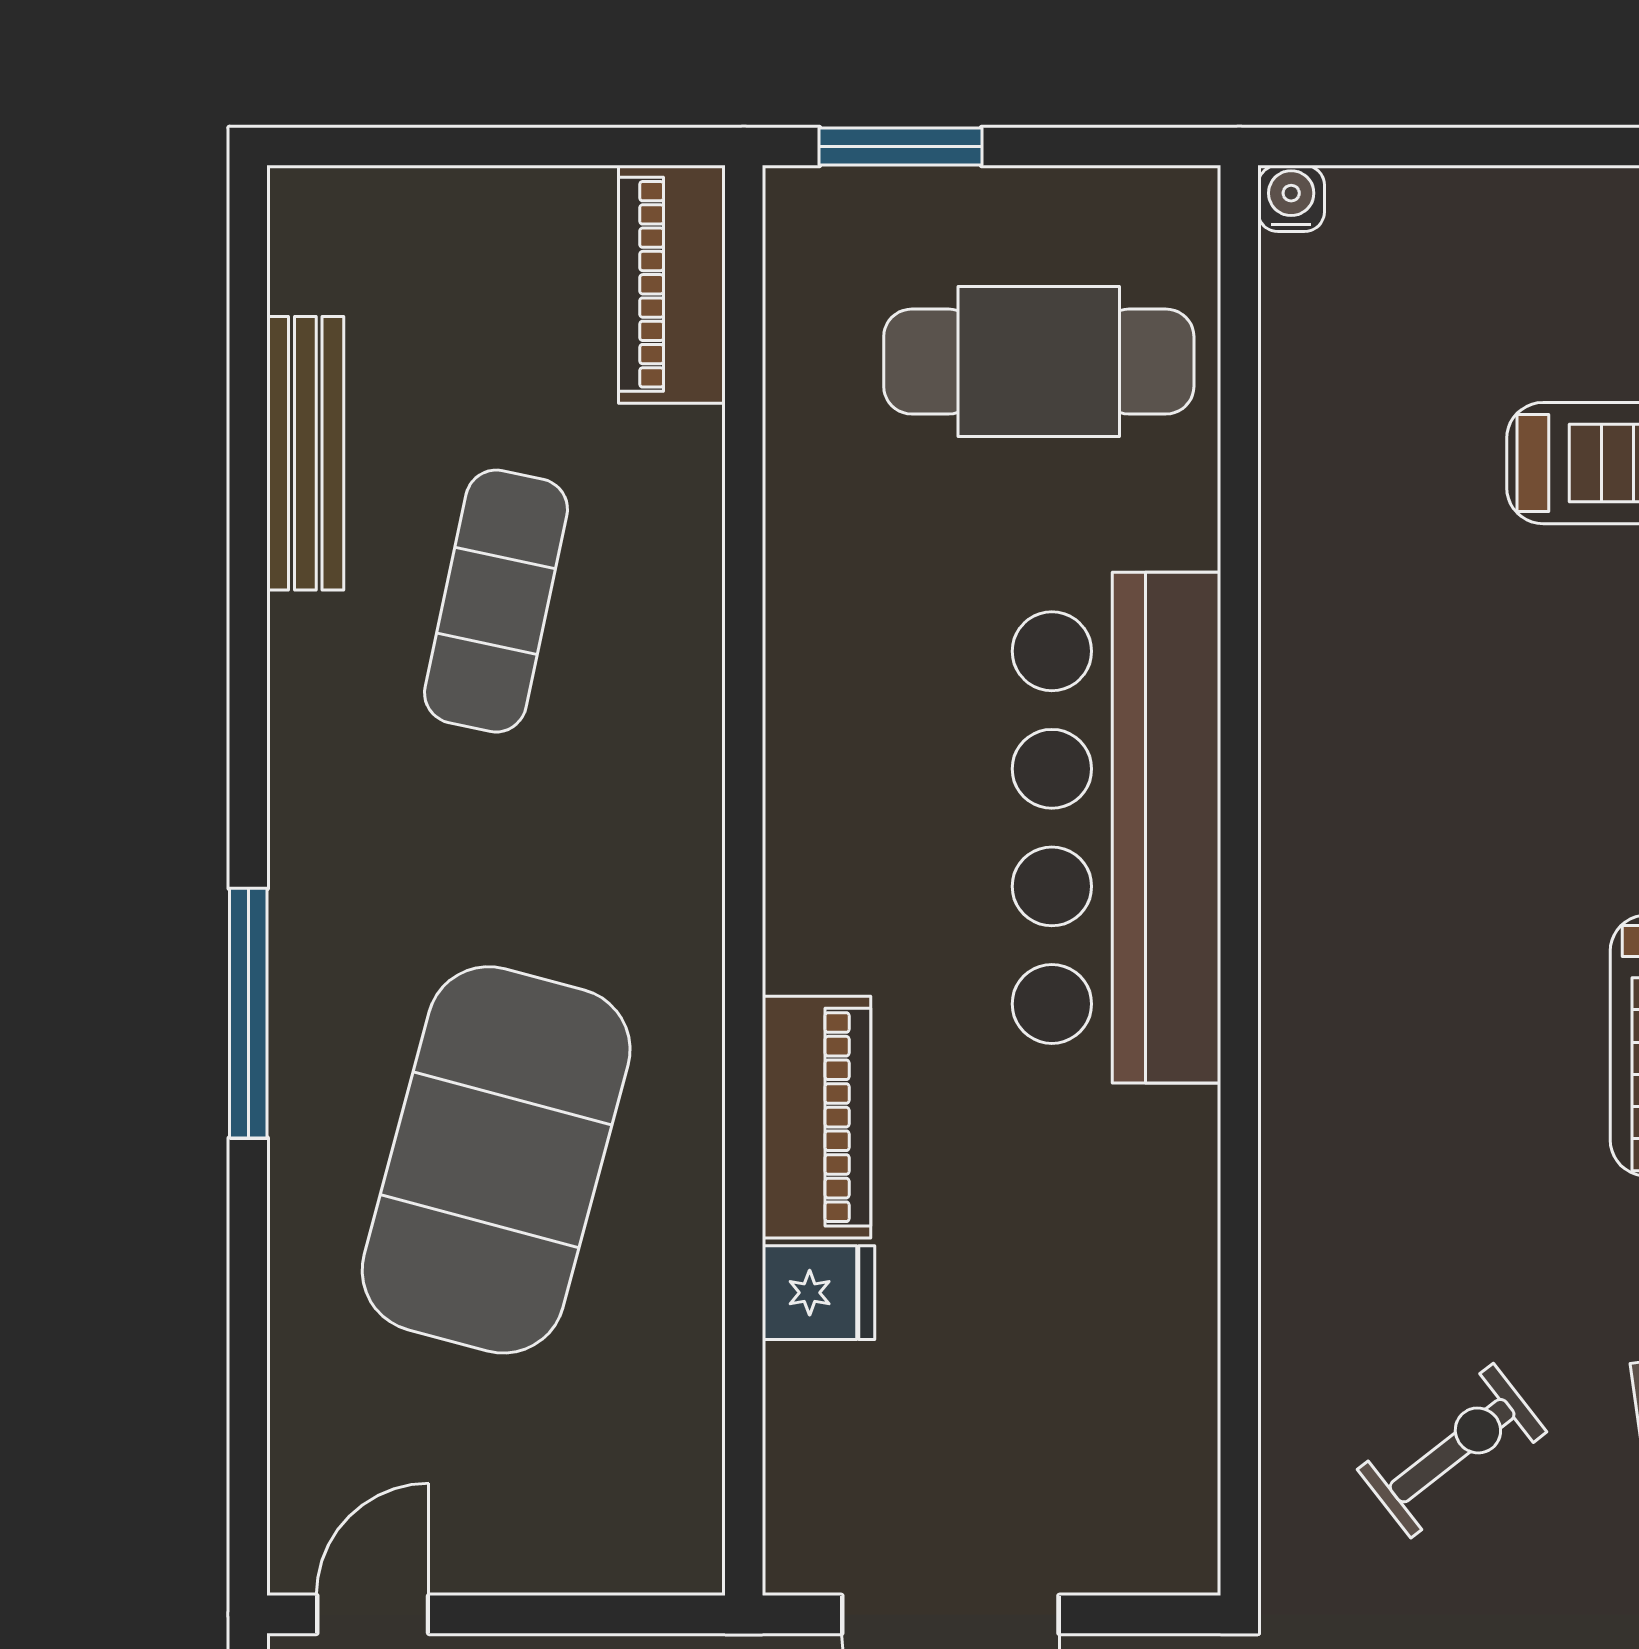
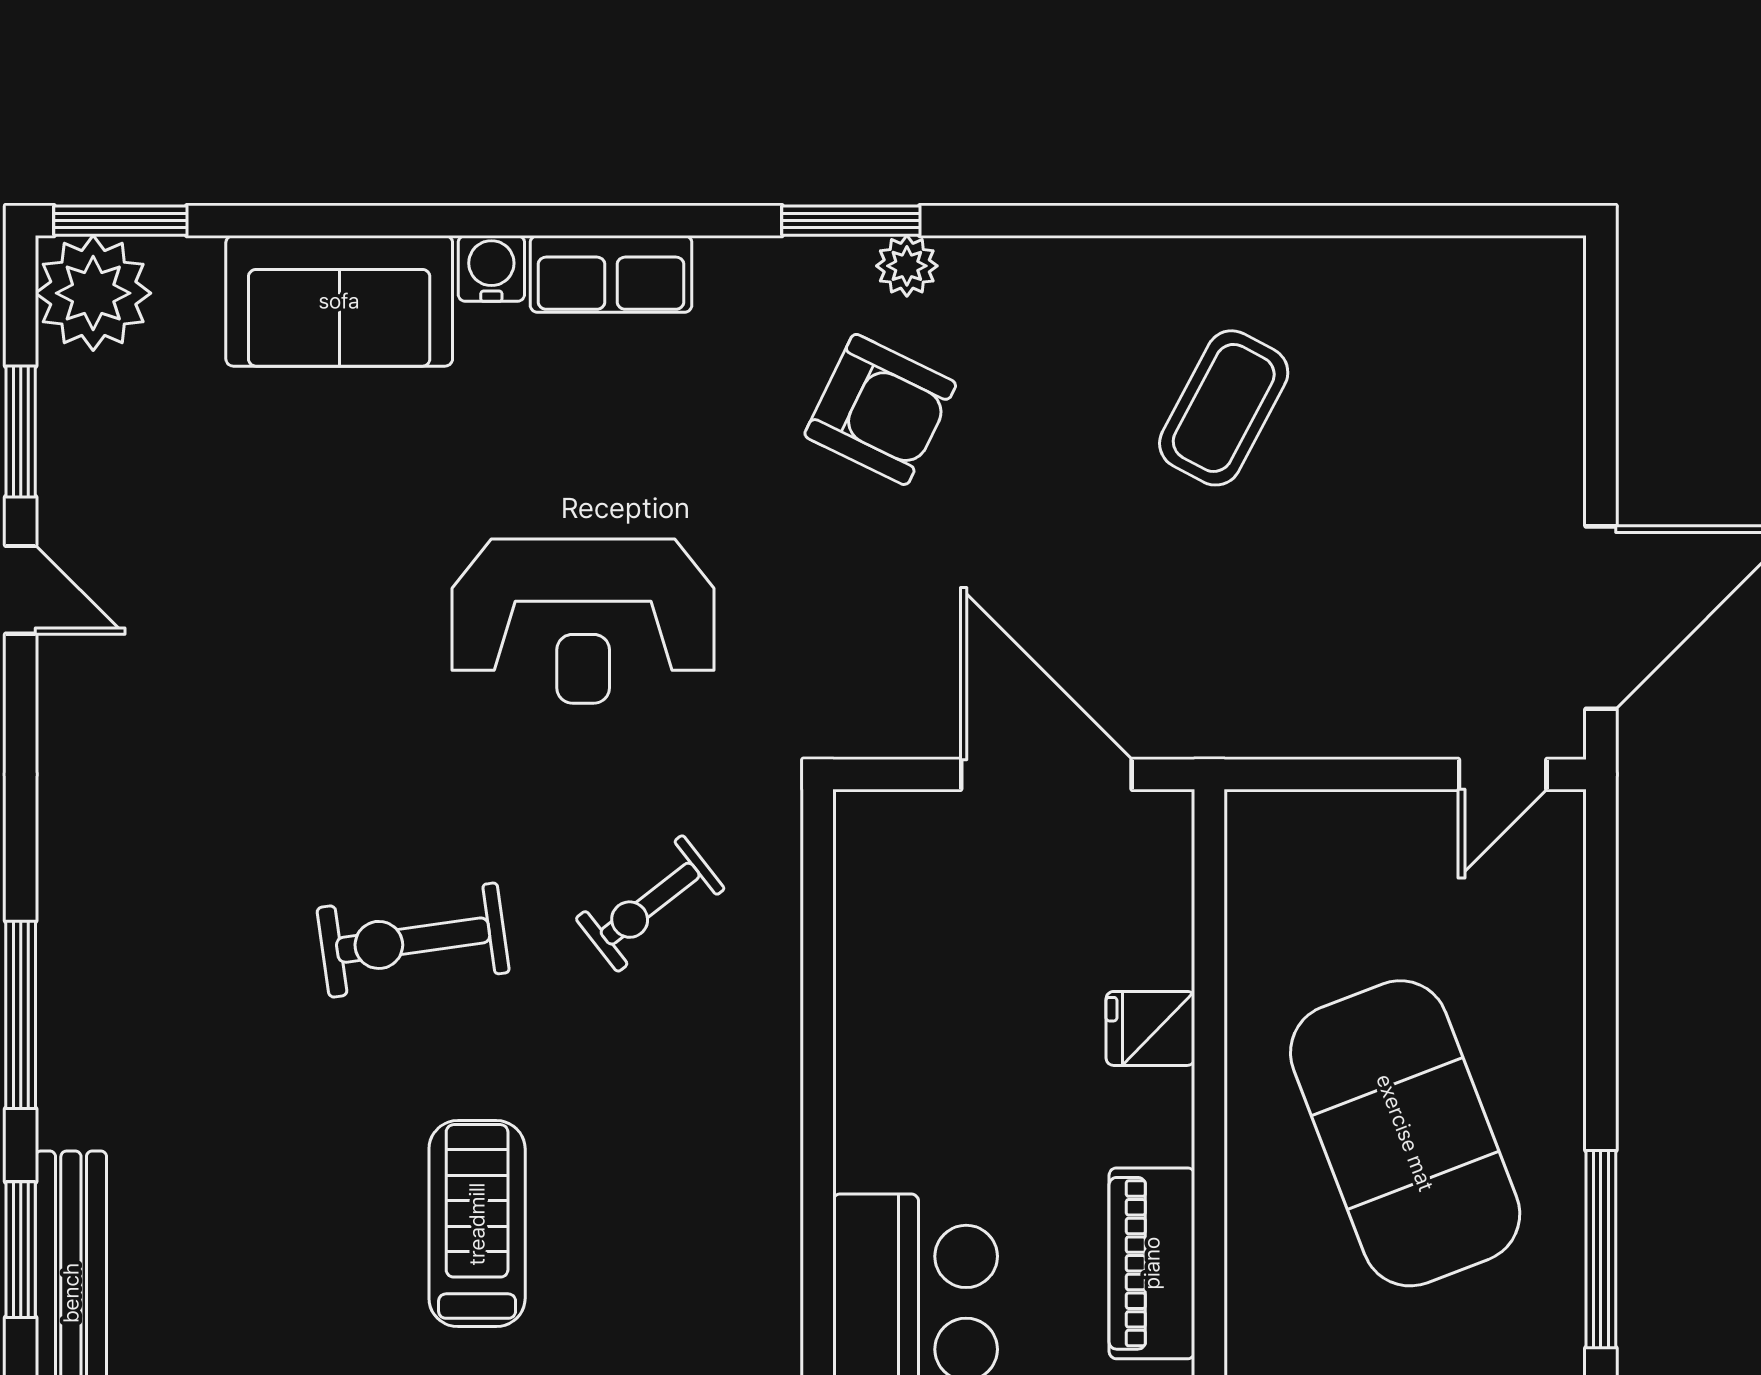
piano: (817, 1117) -> (1152, 1263), moved
exercise mat: (496, 1160) -> (1405, 1133), turned -36

